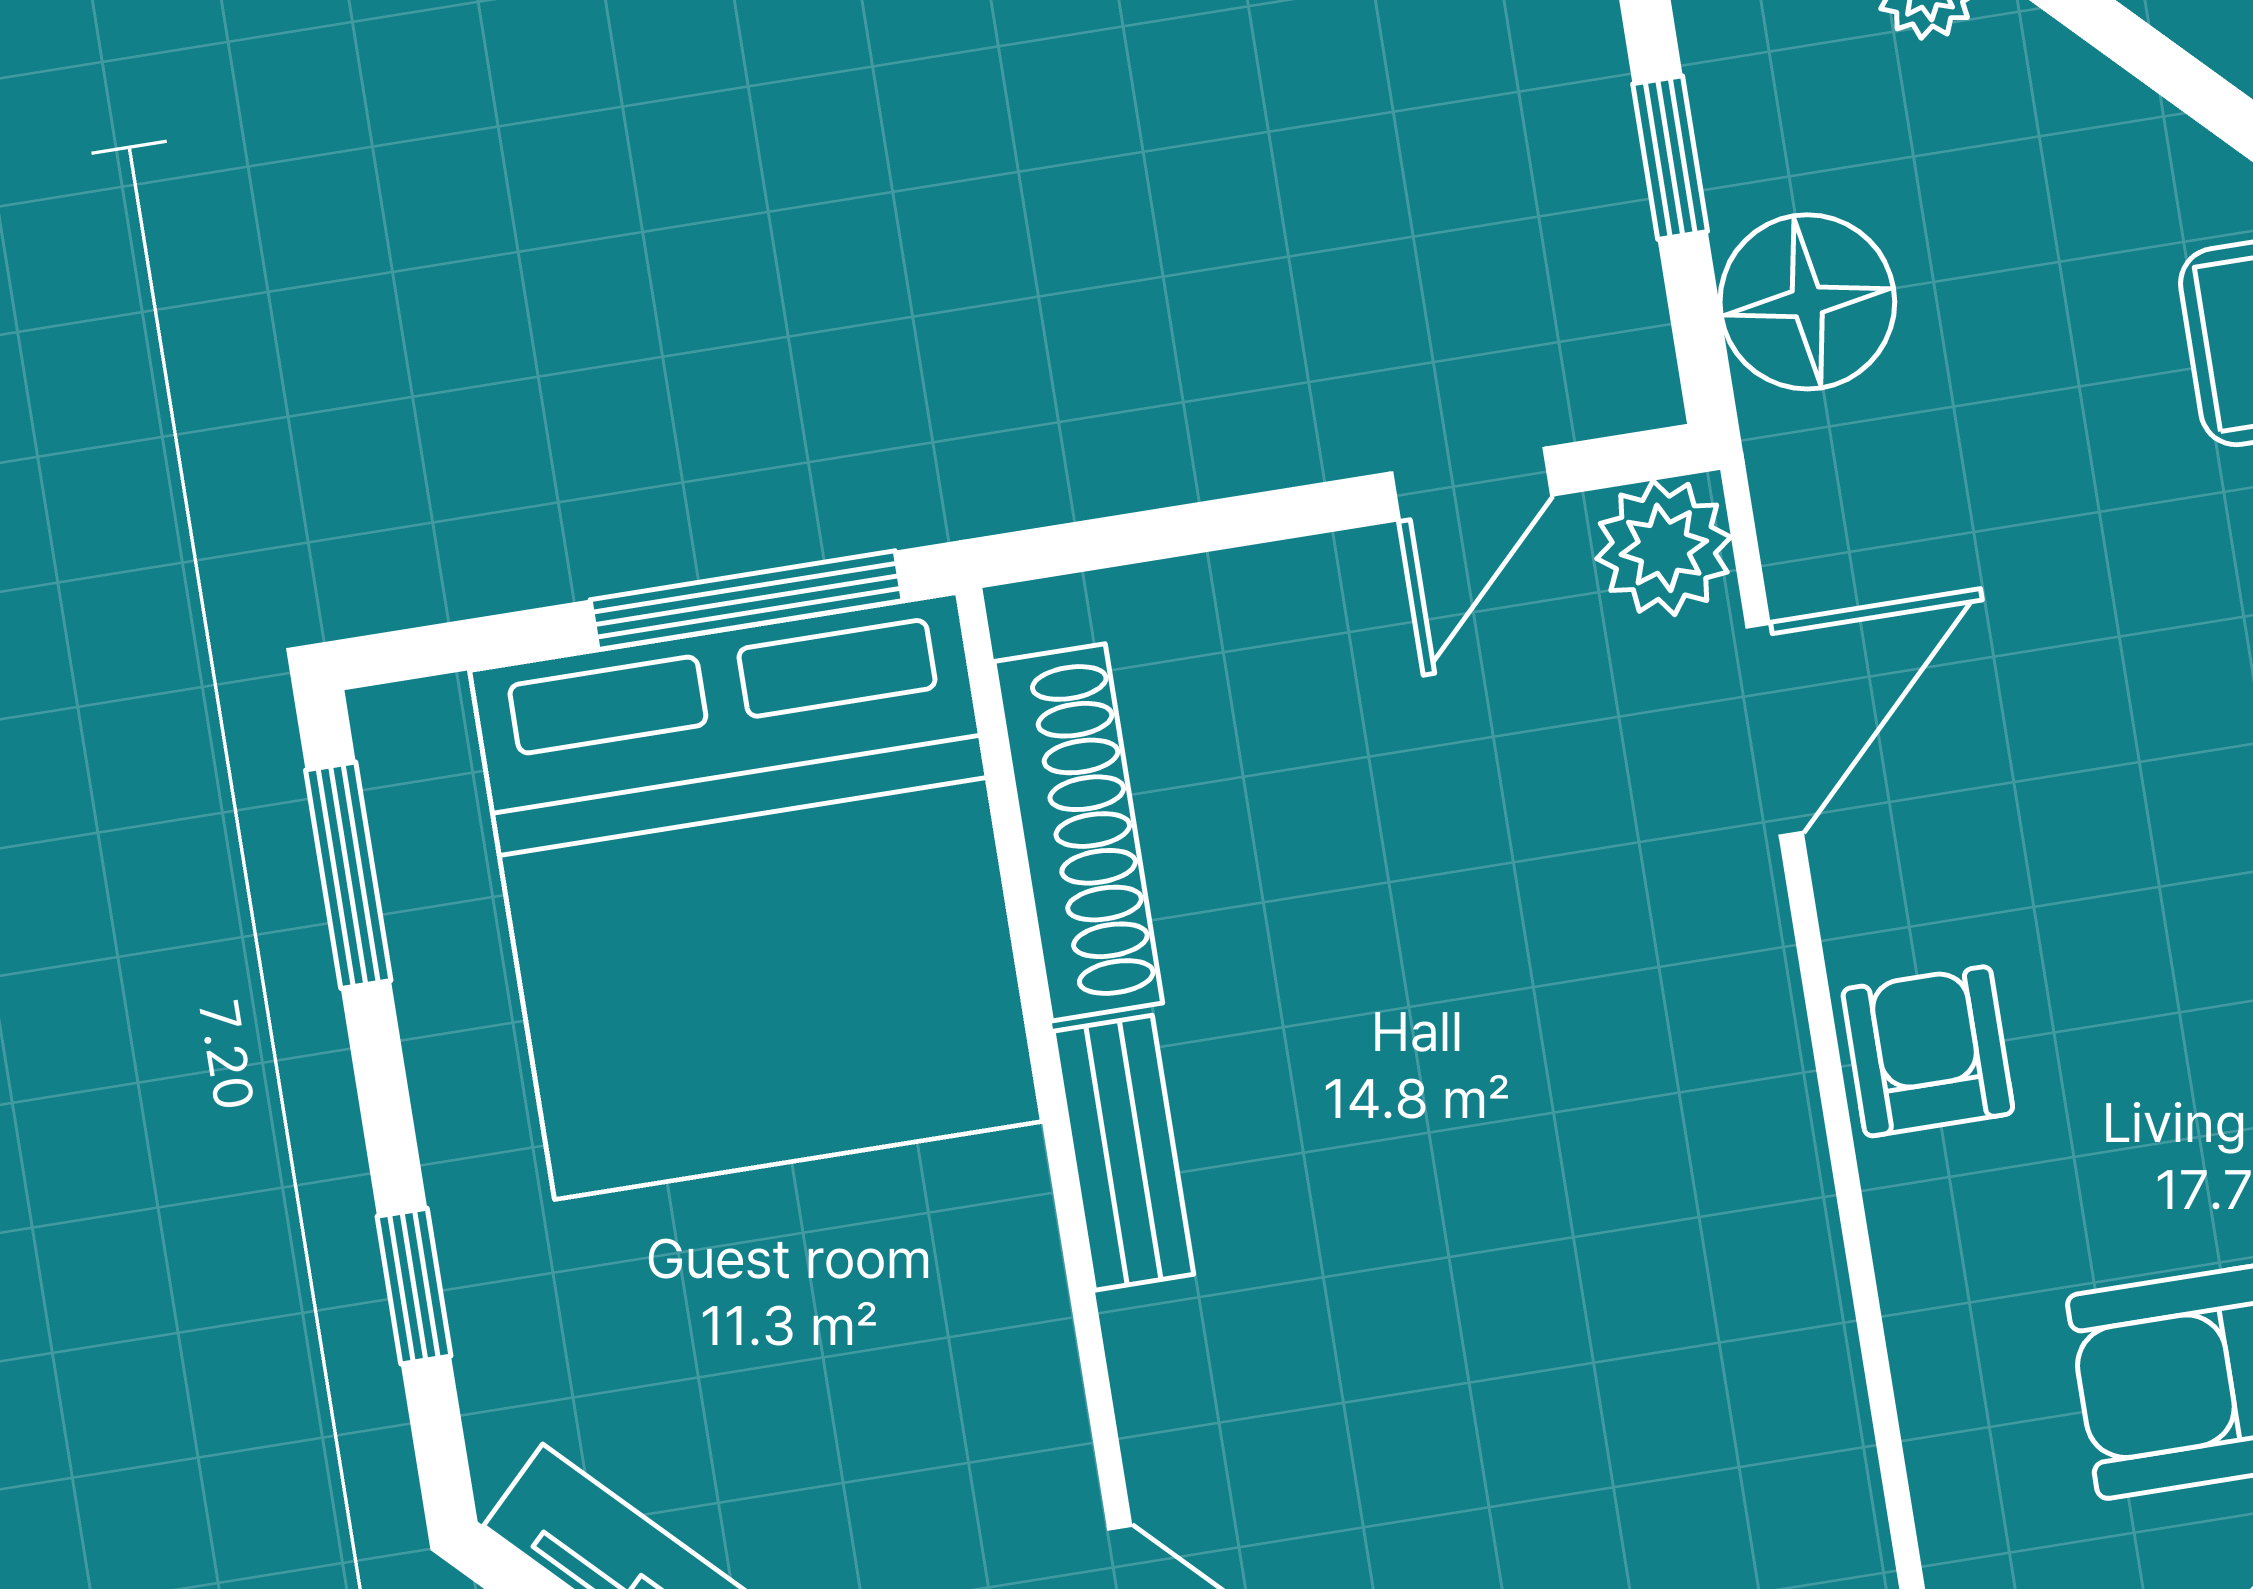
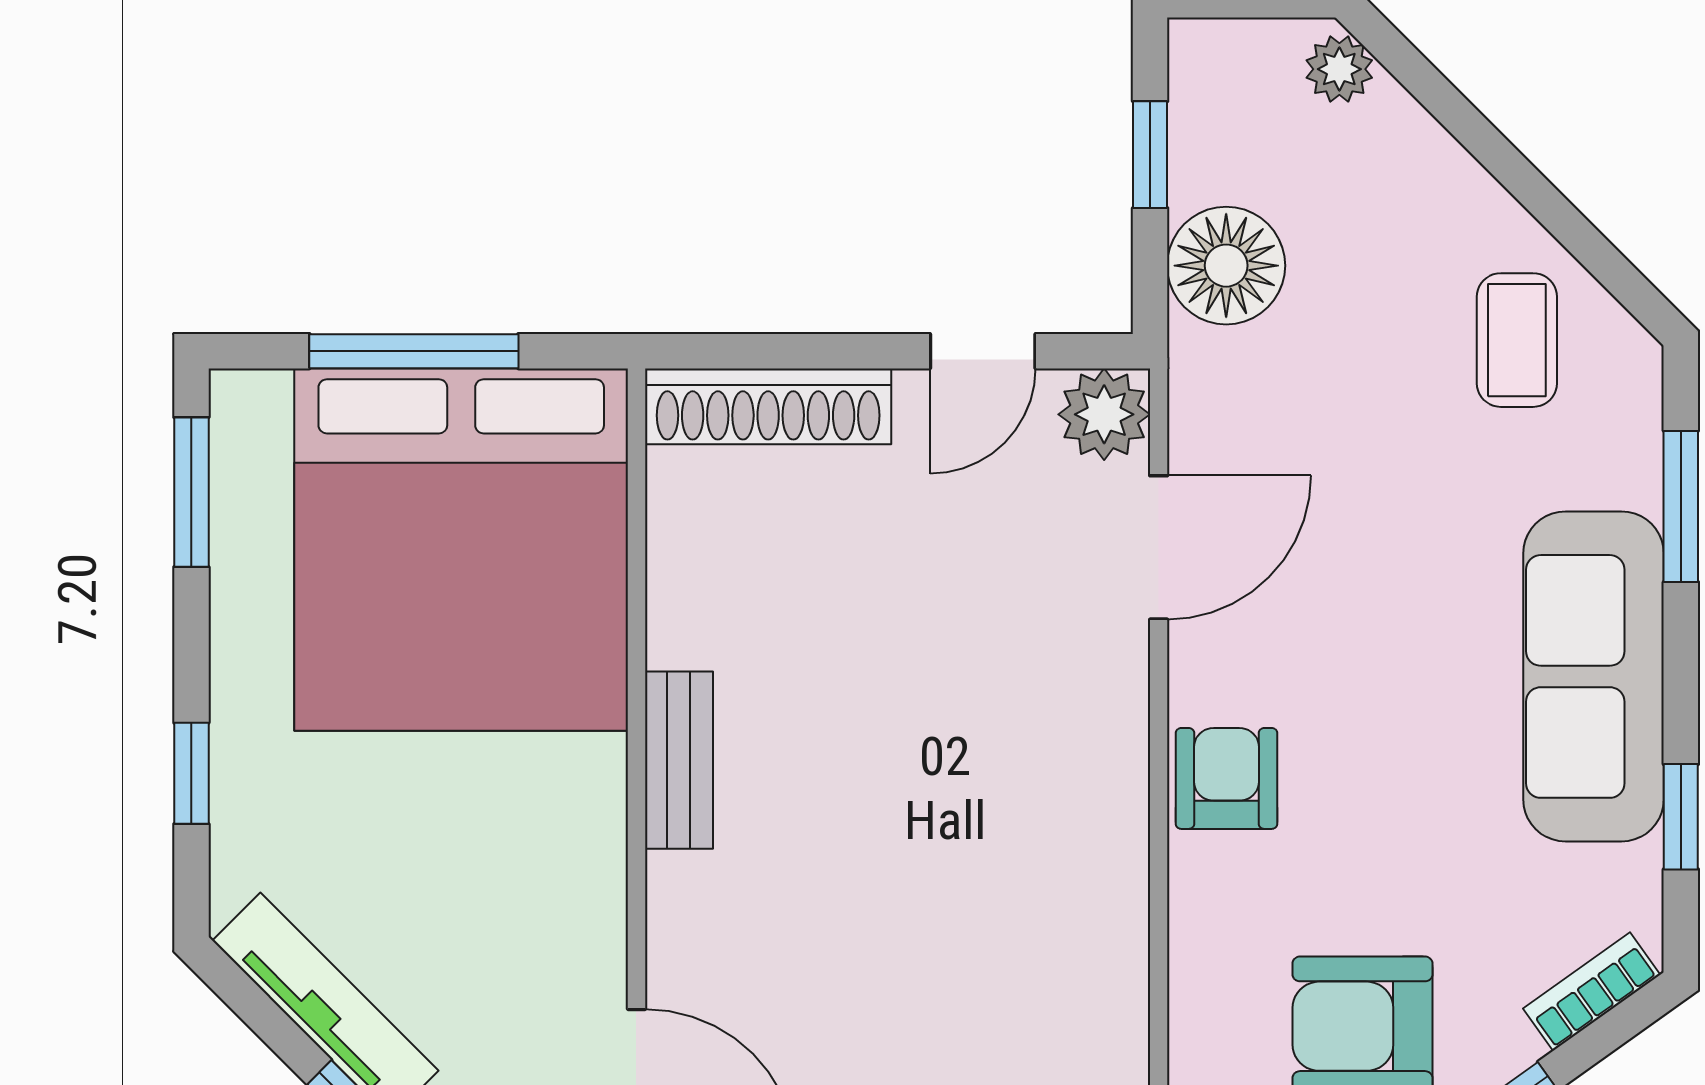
window: (747, 600) -> (414, 351), moved
shoe rack: (1078, 832) -> (768, 406), moved, turned 90

